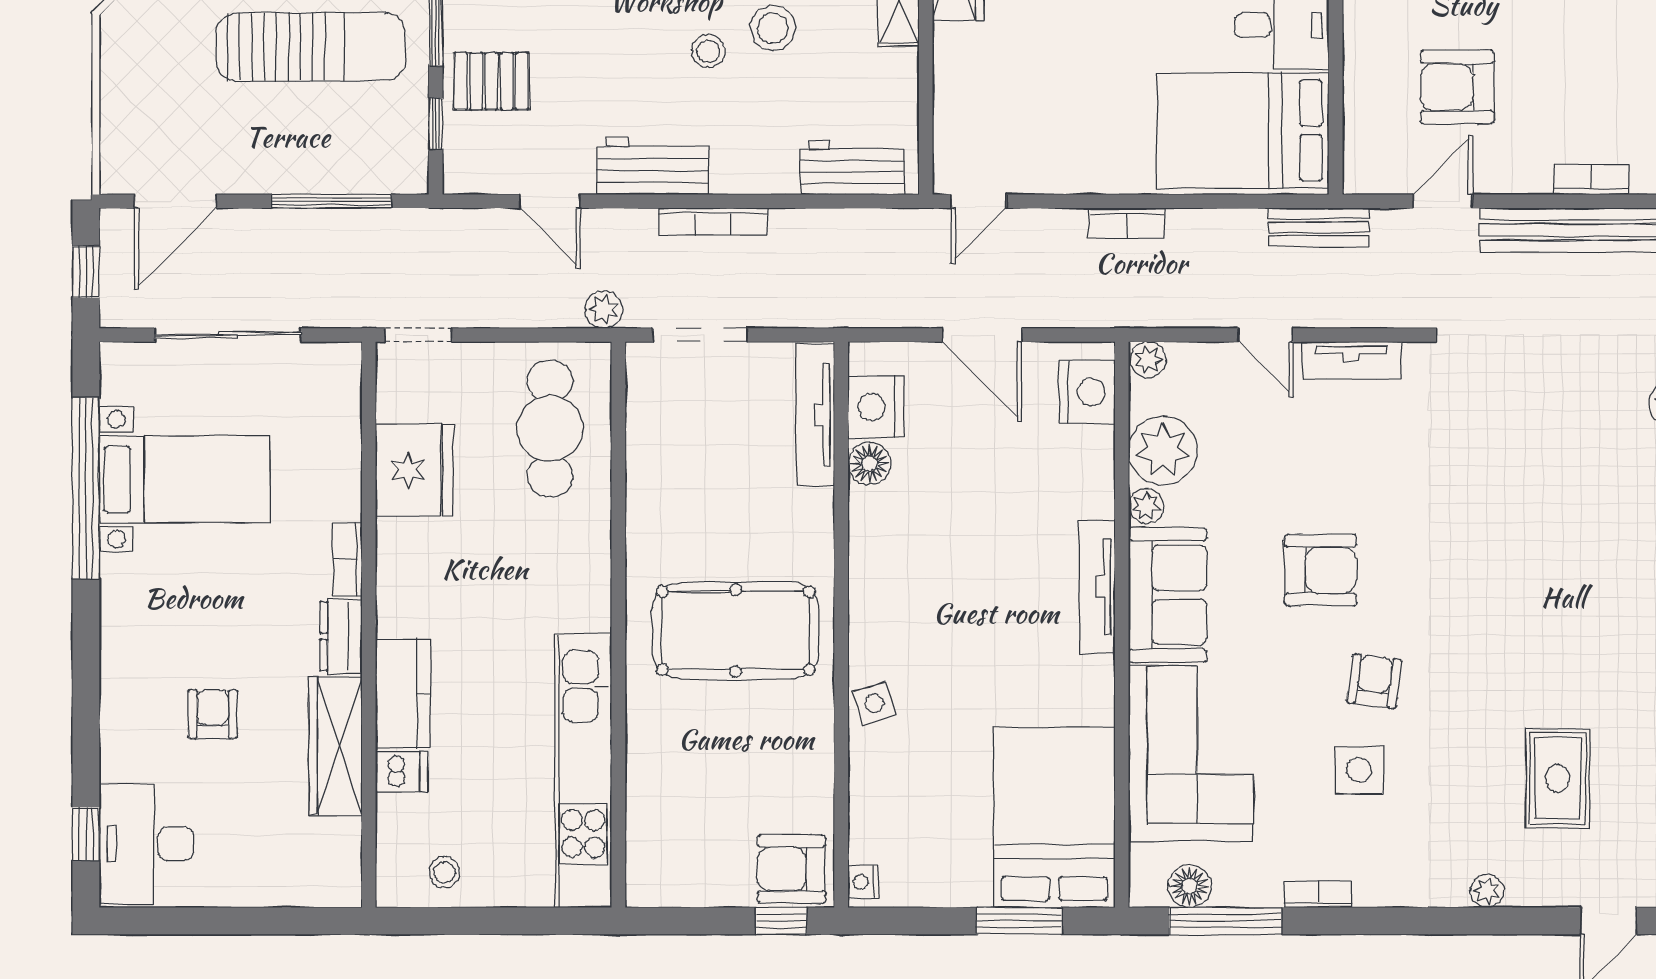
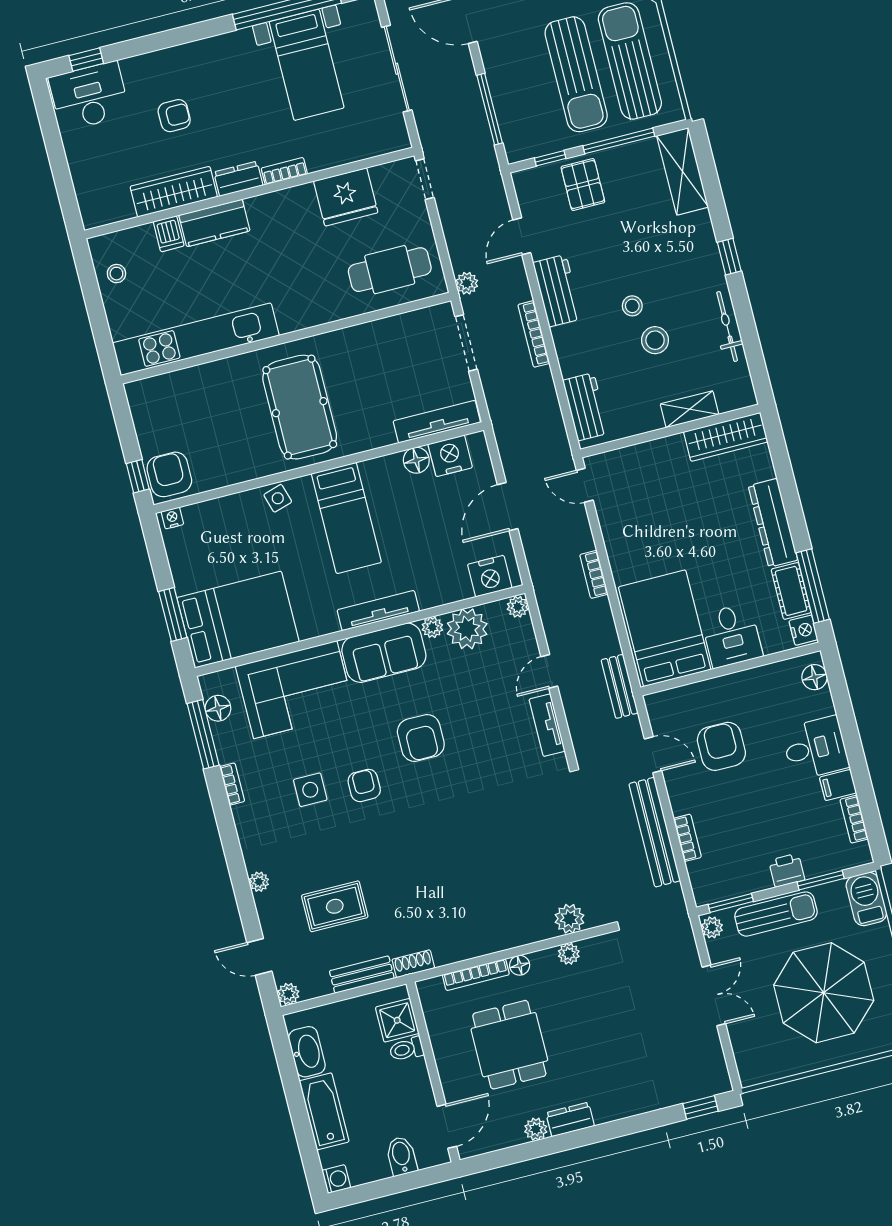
bed: (934, 601) -> (346, 518), added
armchair: (1374, 681) -> (364, 785), turned -97

